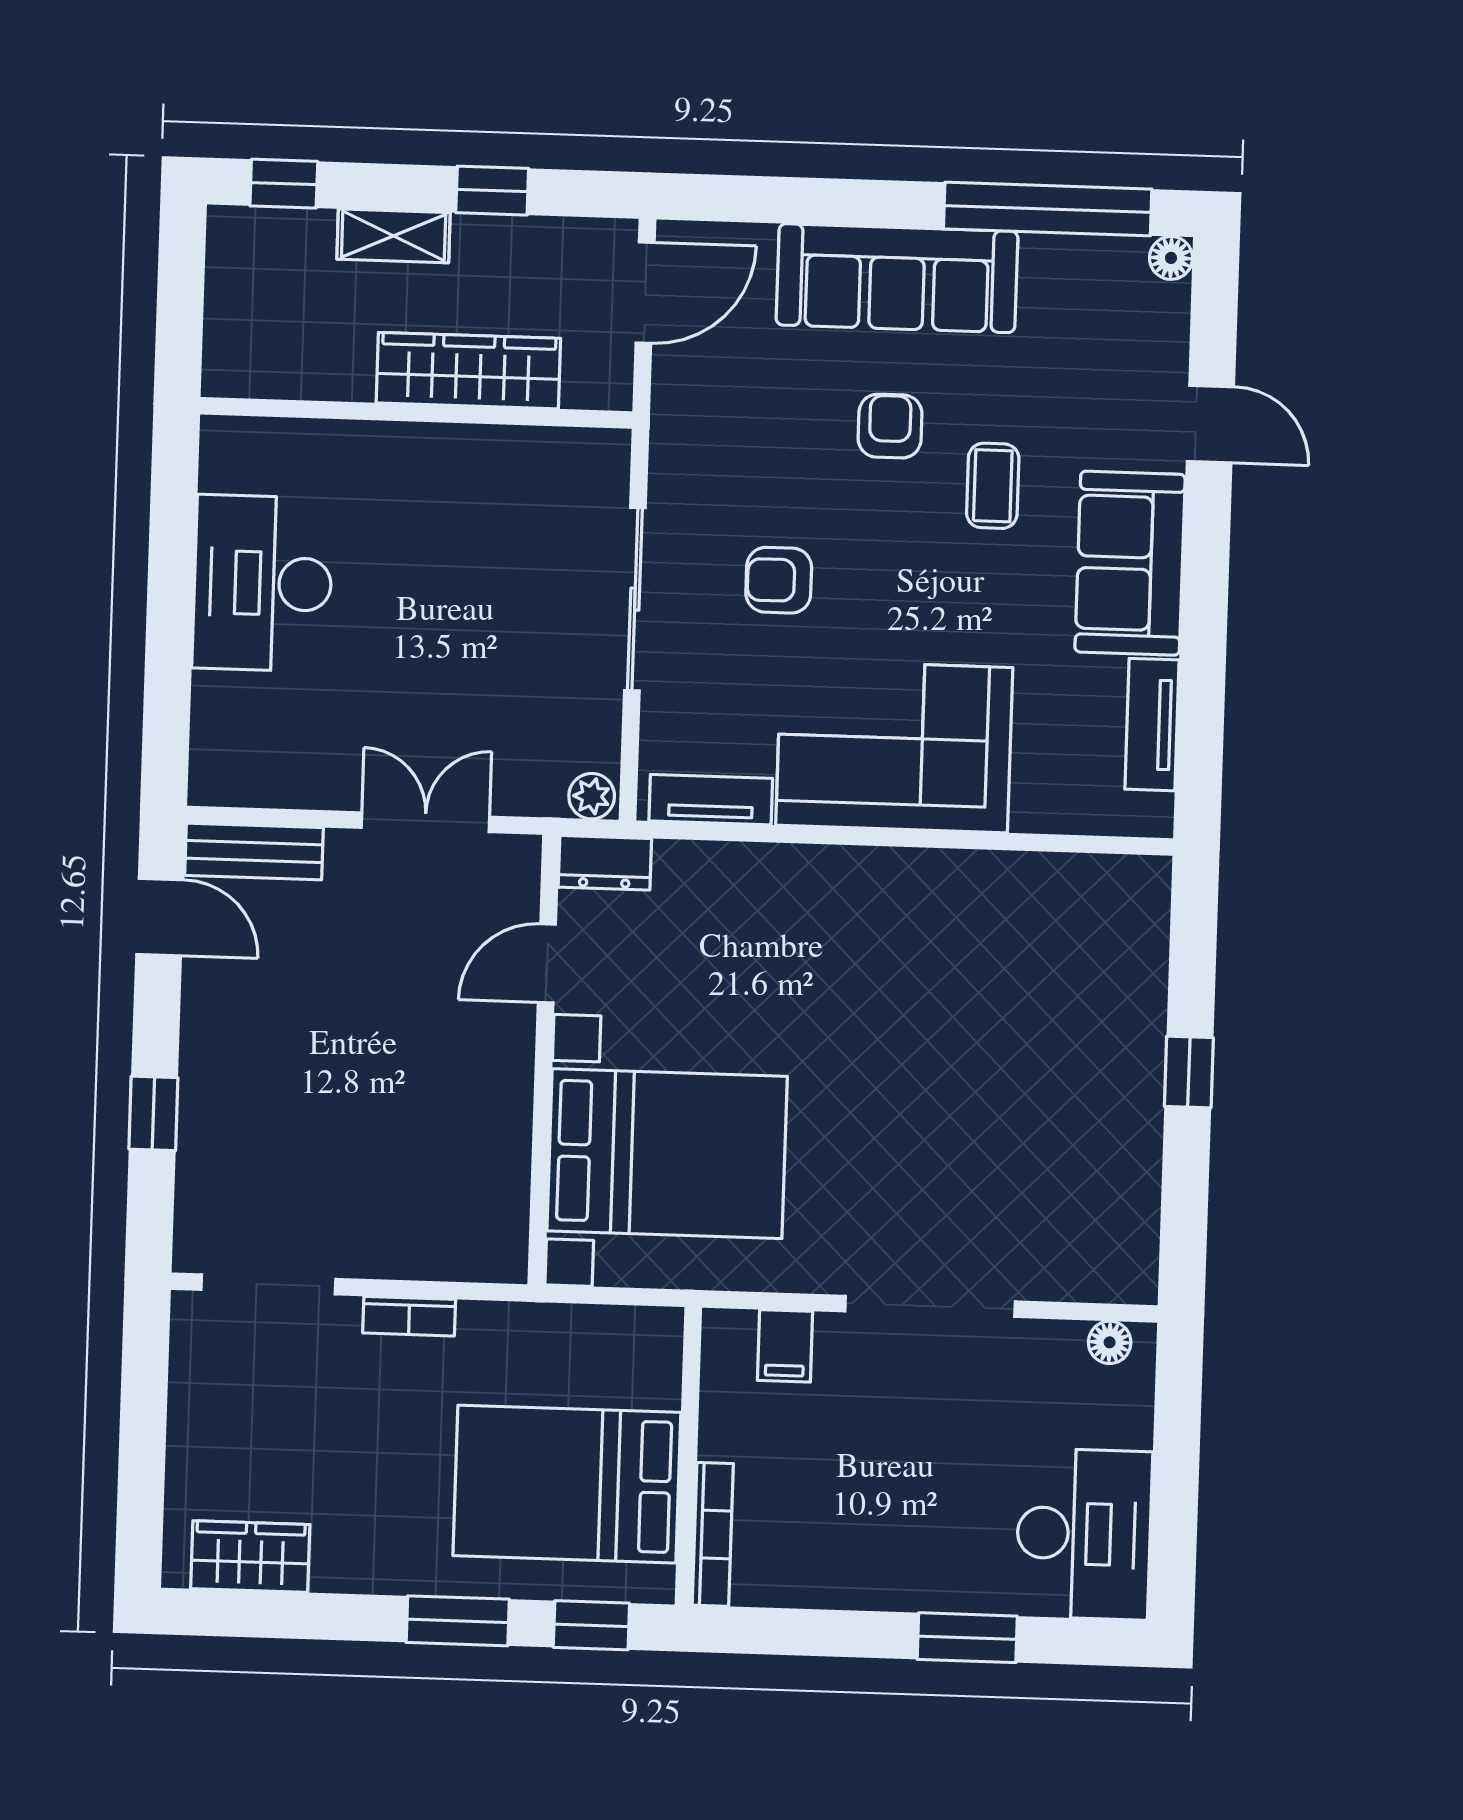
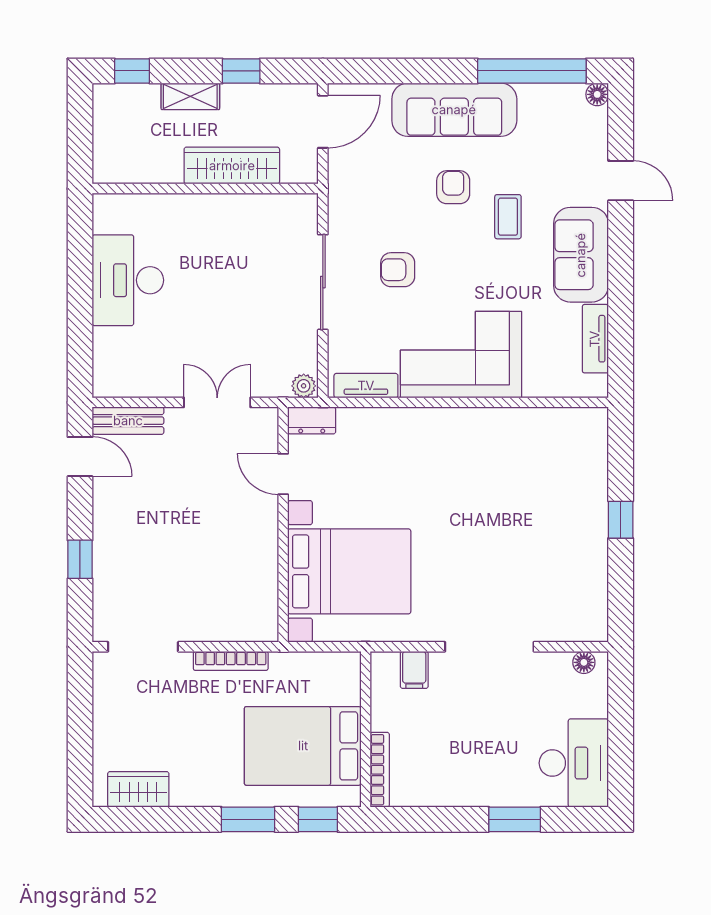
door: (547, 963) -> (283, 474), hinge flipped
bookcase: (409, 1316) -> (231, 661), width x1.56

